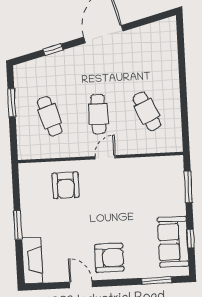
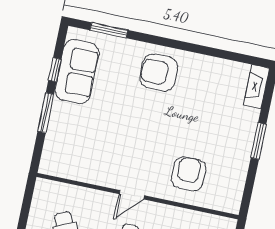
window: (188, 187) -> (46, 113), moved
fireplace: (32, 260) -> (257, 87), width x0.73, depth x0.76
door: (81, 284) -> (201, 50), removed

